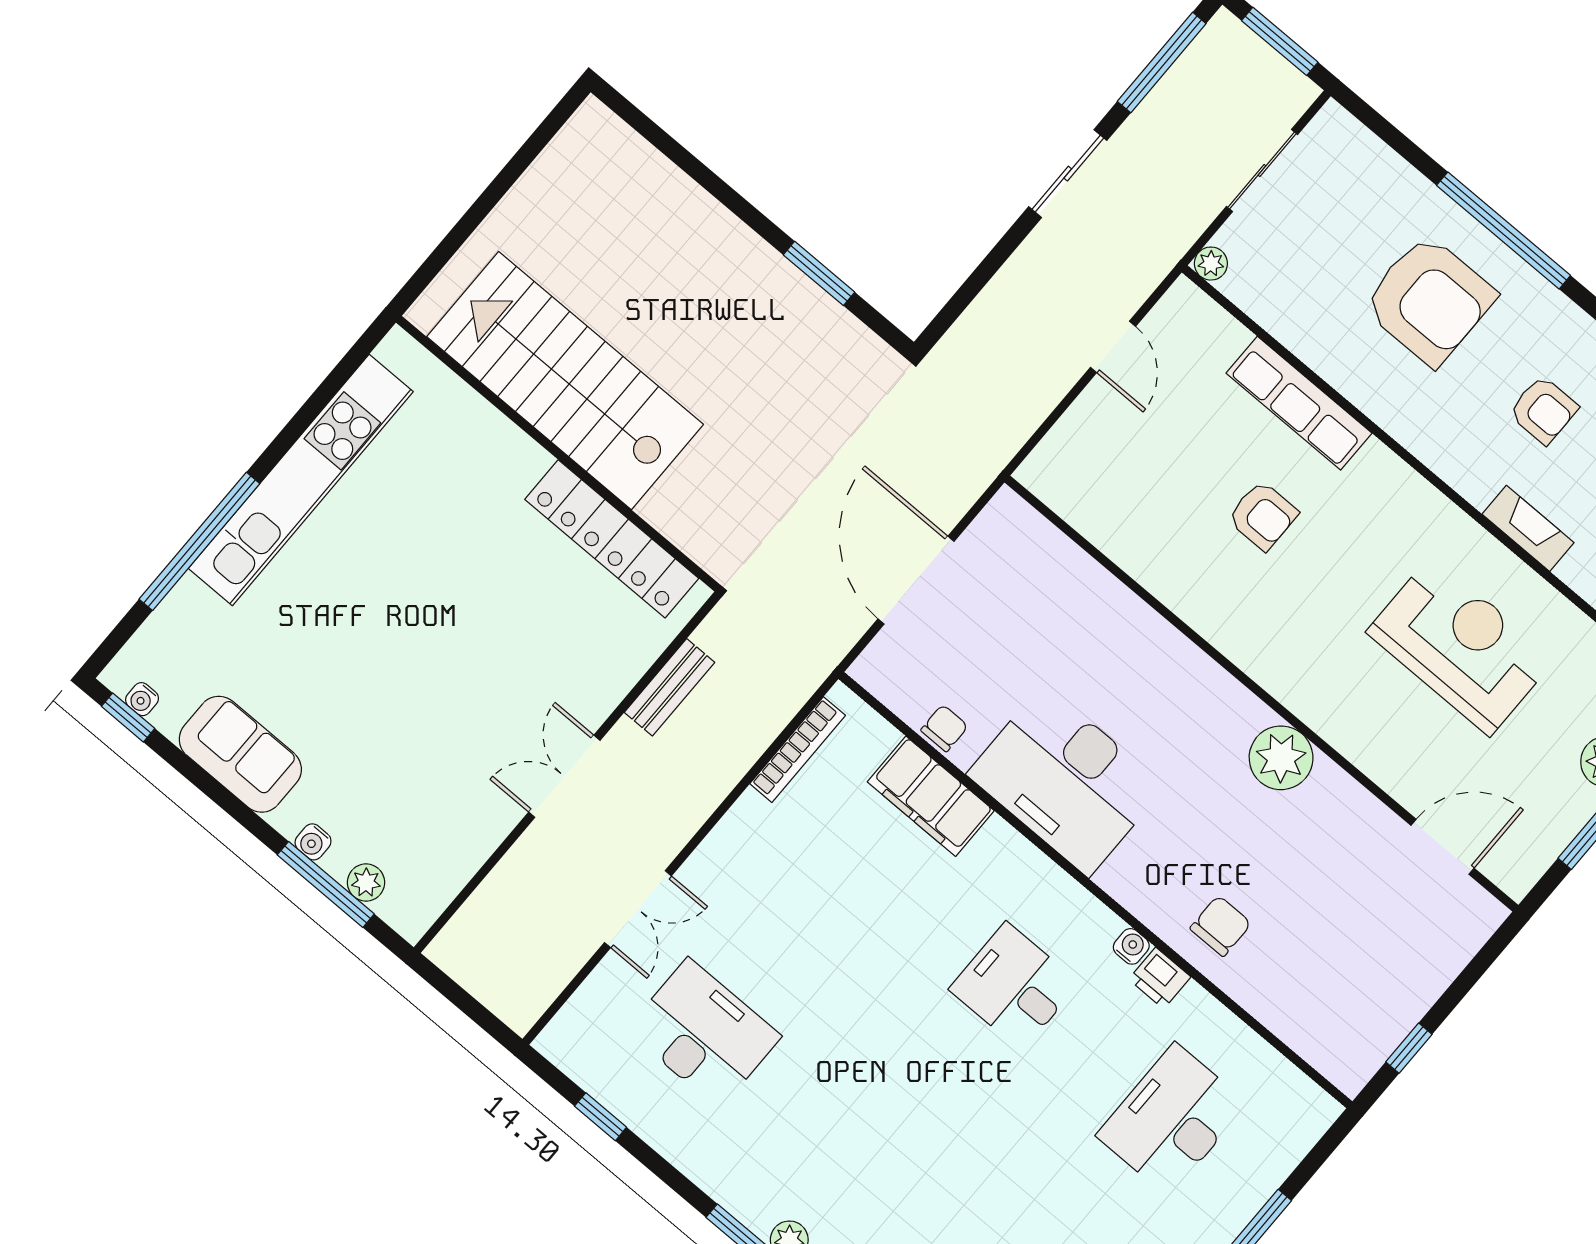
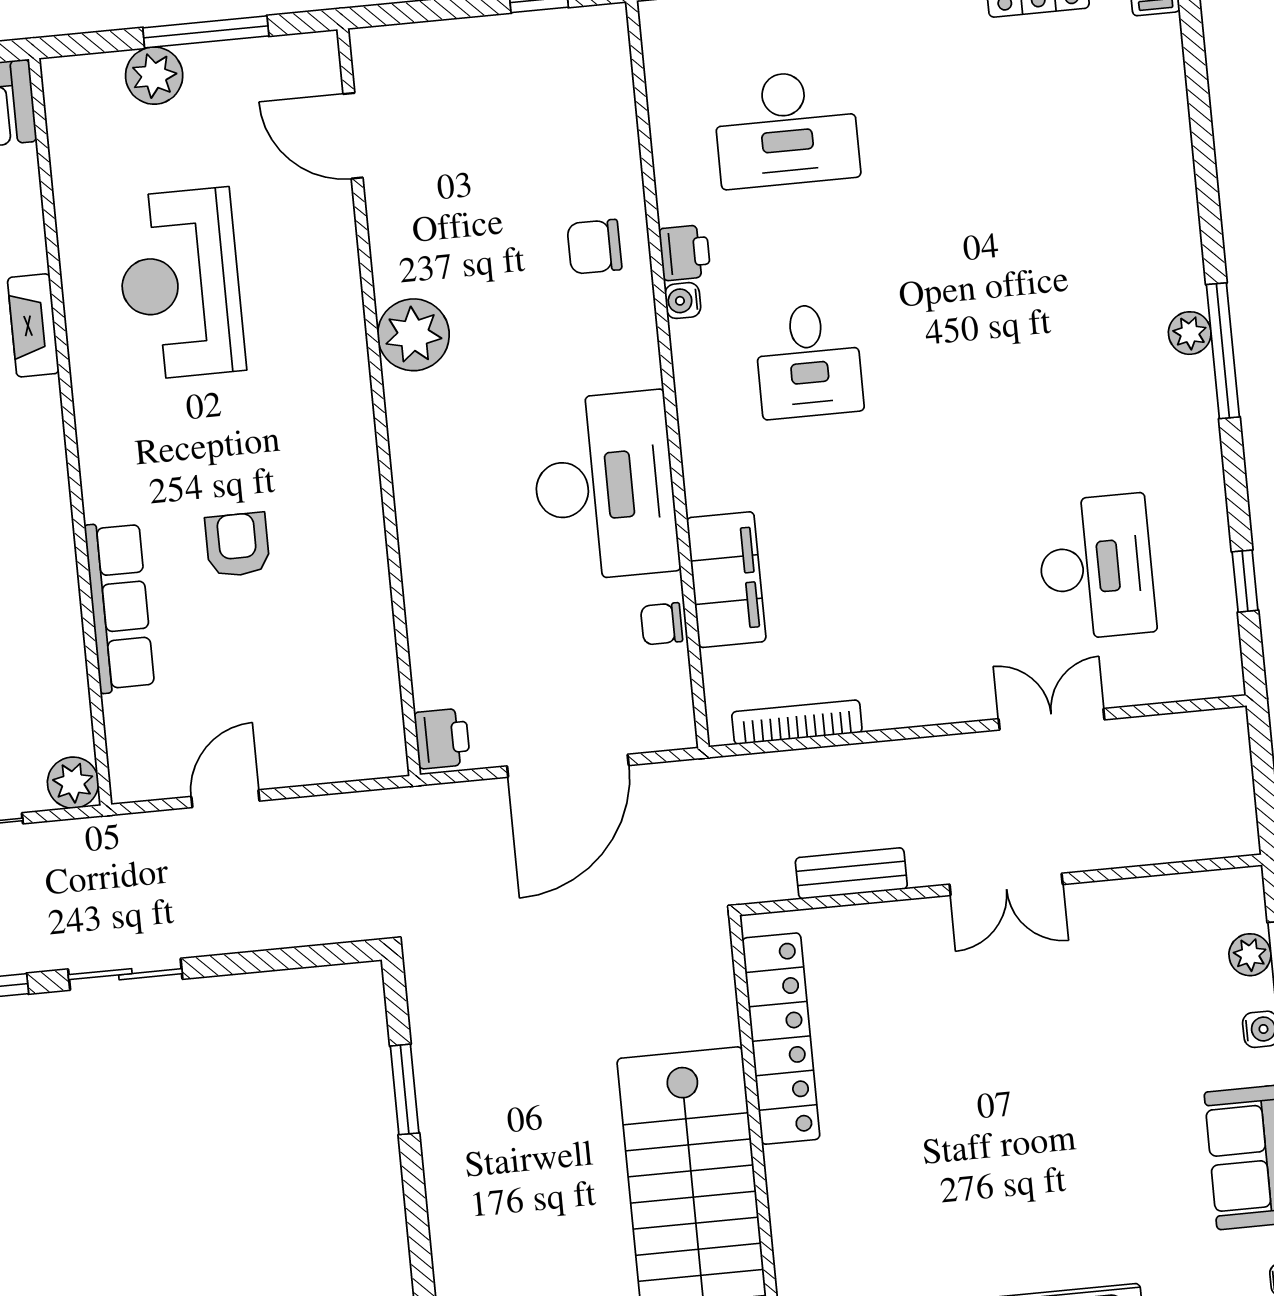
plant: (1211, 264) -> (73, 783), width x1.38, depth x1.38
printer: (1013, 519) -> (442, 738), added
desk: (704, 1033) -> (1096, 567), turned 180

